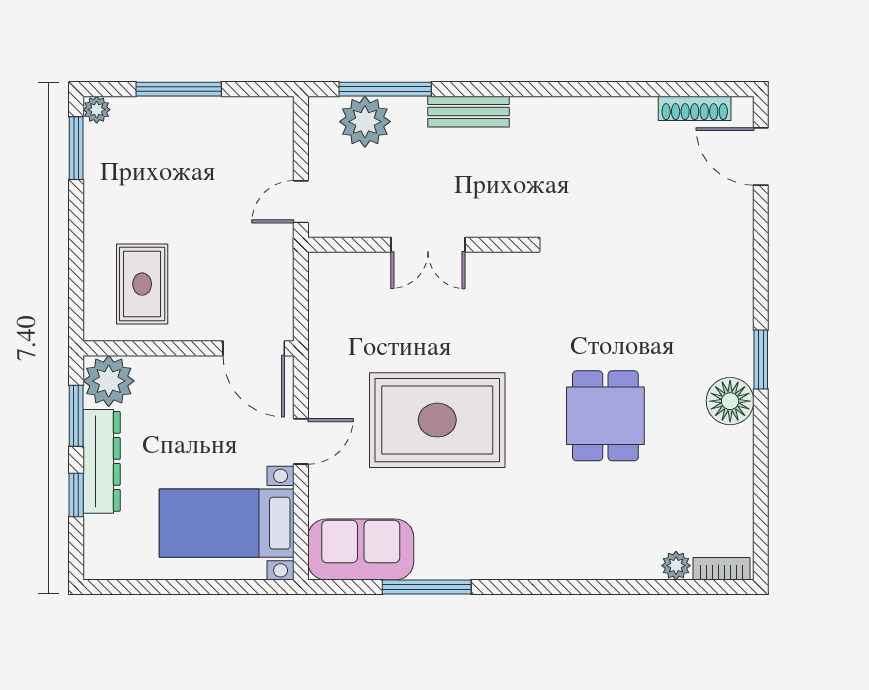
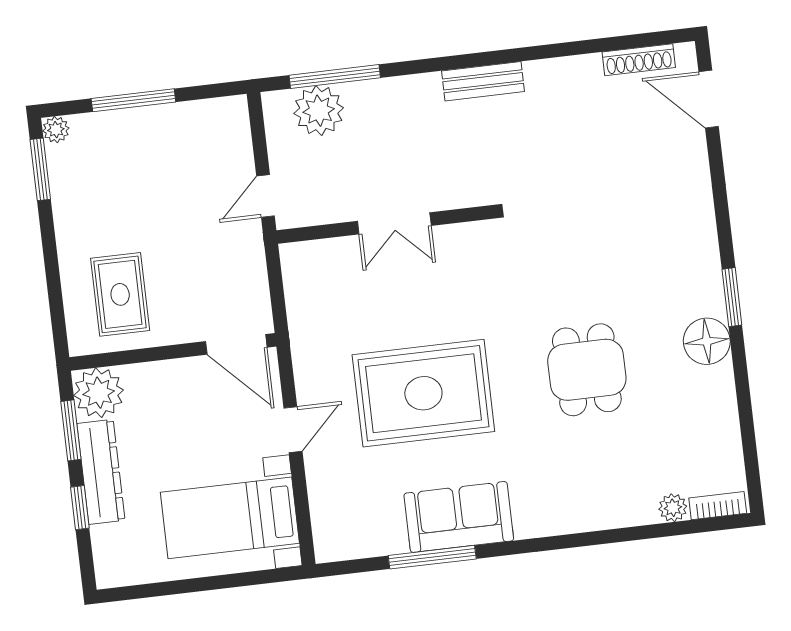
bench: (469, 112) -> (483, 81), moved
sofa: (361, 549) -> (459, 517), moved

